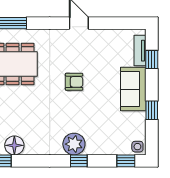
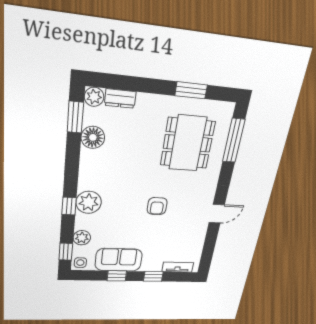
window: (152, 60) -> (153, 276), moved
sofa: (133, 89) -> (119, 260), moved
plant: (110, 147) -> (82, 238), added

